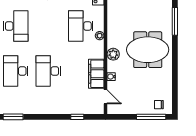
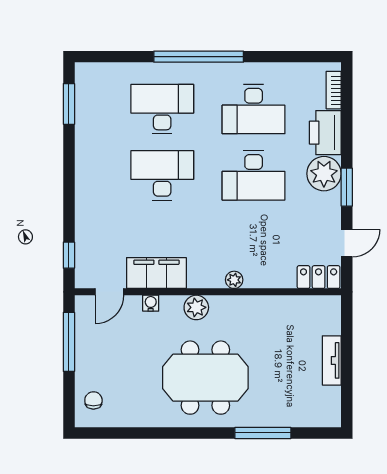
desk: (81, 26) -> (254, 175), moved, turned 180
meeting table: (148, 50) -> (205, 378), turned 90
window: (77, 117) -> (69, 255), moved
window: (151, 117) -> (69, 342), moved

